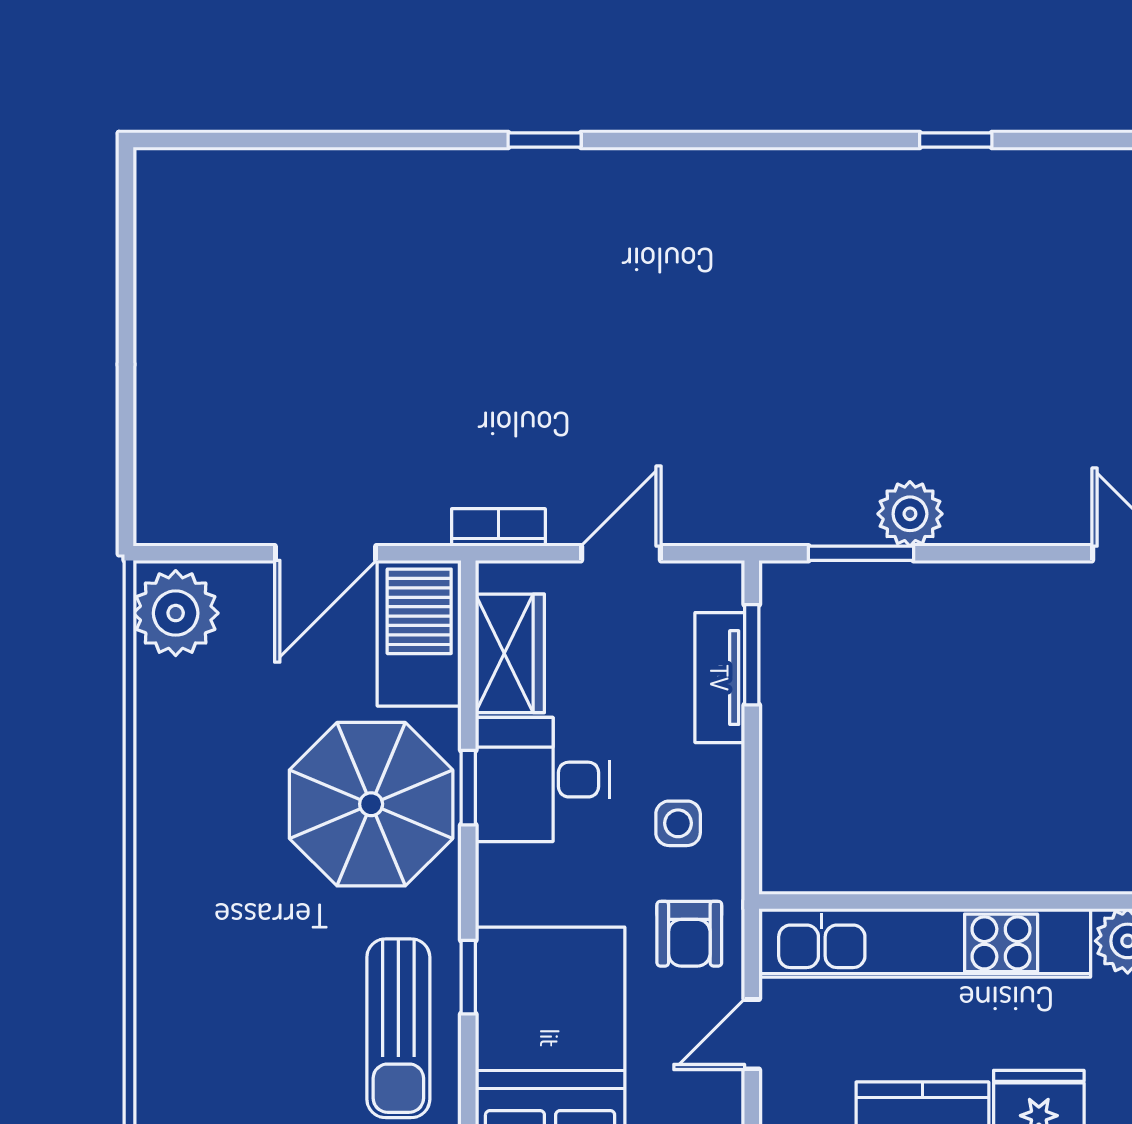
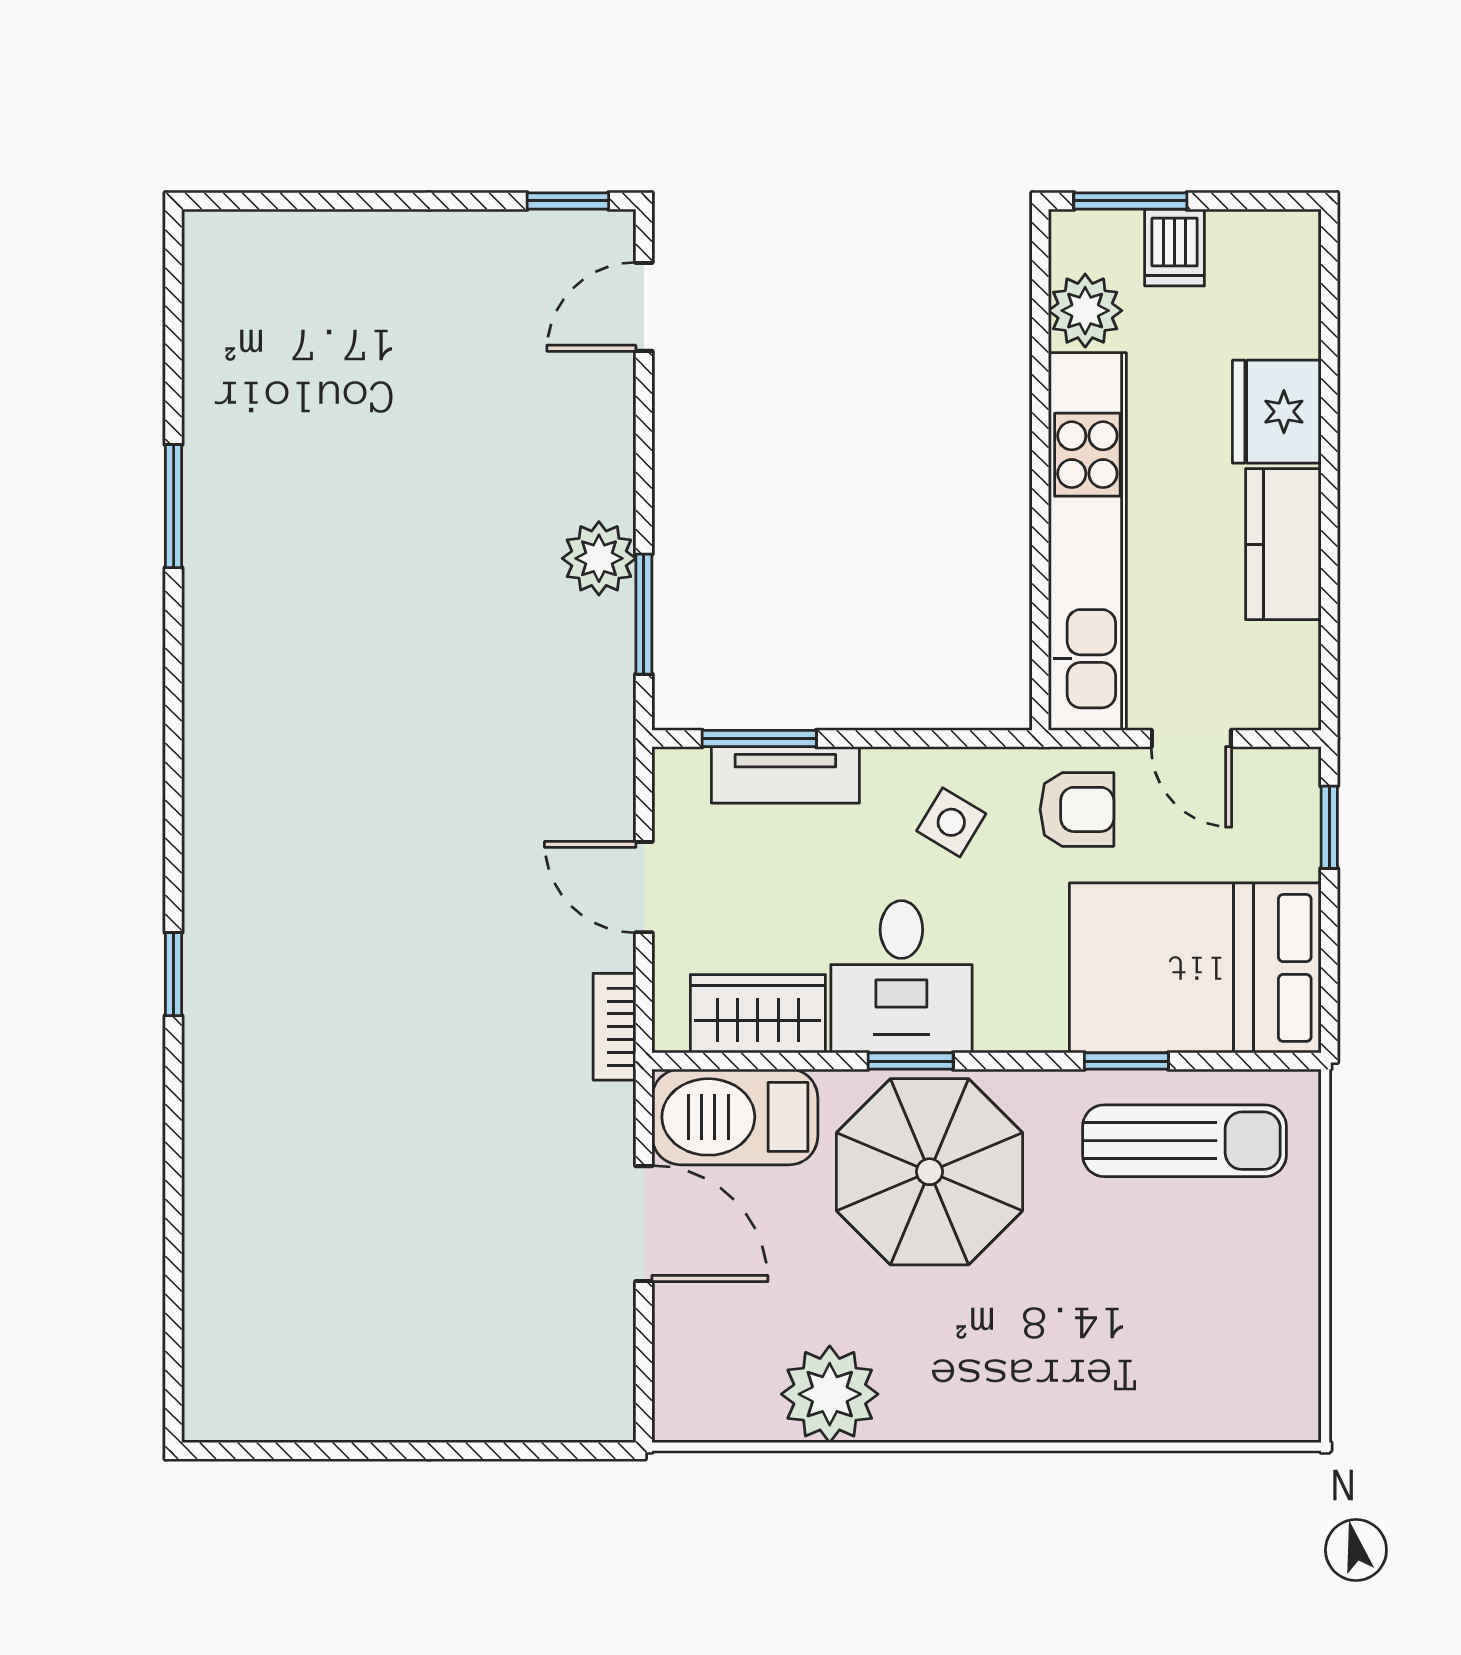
window: (956, 140) -> (174, 506), width x1.50
plant: (176, 613) -> (830, 1394), moved
side table: (678, 823) -> (951, 822), turned 31

